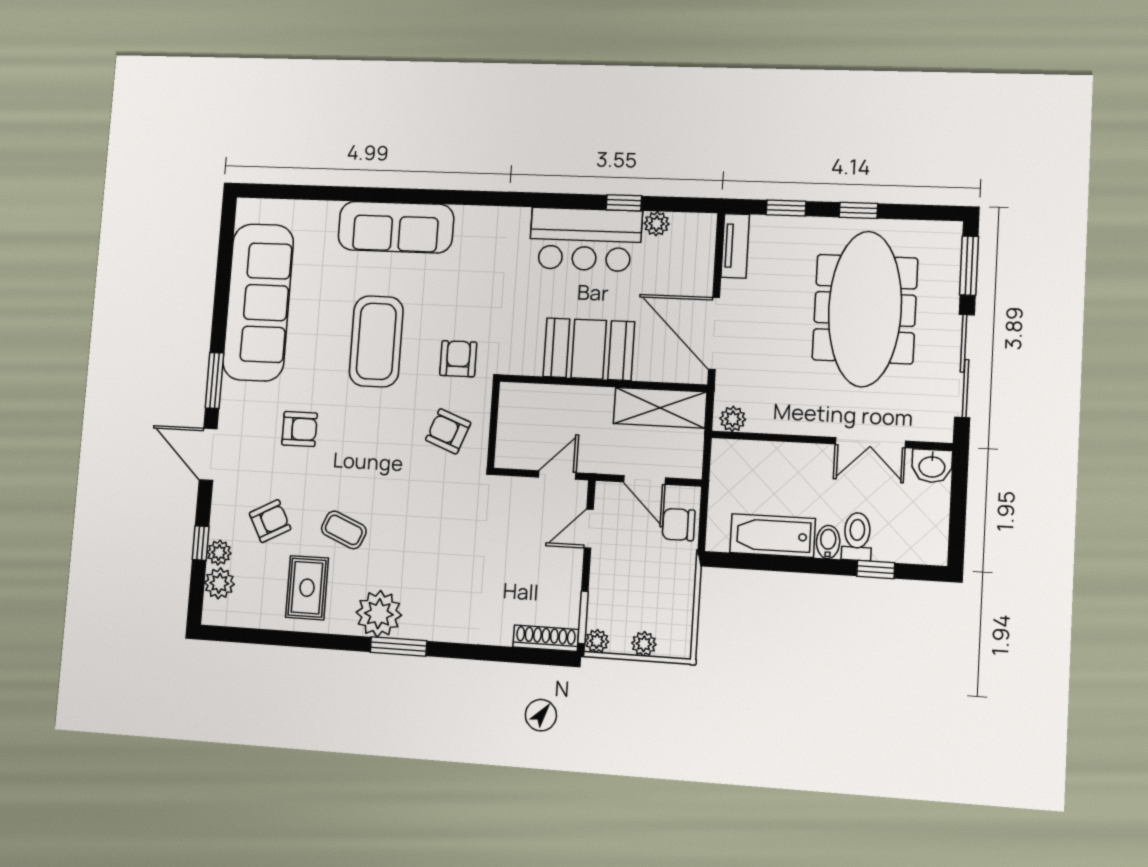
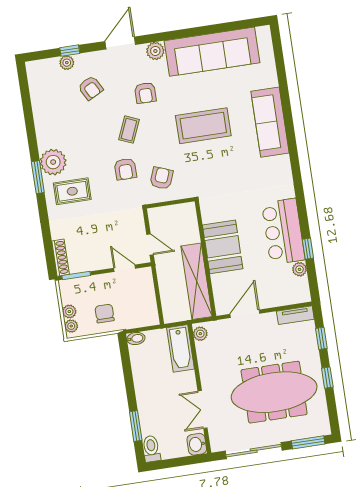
door: (714, 333) -> (245, 314), width x0.73
armchair: (458, 359) -> (125, 169), moved, turned 90
window: (214, 380) -> (163, 37), removed
shelving: (660, 408) -> (197, 281), width x1.47
door: (644, 480) -> (157, 293), removed
chair: (679, 525) -> (105, 314), moved
coffee table: (344, 530) -> (129, 130), moved
bathtub: (773, 536) -> (180, 348), moved, turned 180
toilet: (857, 537) -> (151, 449), moved, turned -90
bidet: (828, 542) -> (136, 339), moved
window: (876, 570) -> (136, 426), width x1.50
plant: (219, 583) -> (155, 51), moved
rug: (307, 588) -> (72, 191), moved
plant: (597, 641) -> (71, 326), moved

